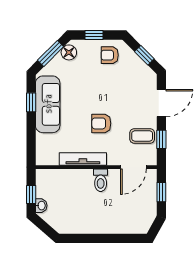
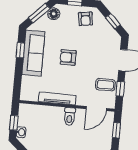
armchair: (110, 55) -> (86, 19), turned -98
armchair: (101, 123) -> (68, 57), moved

